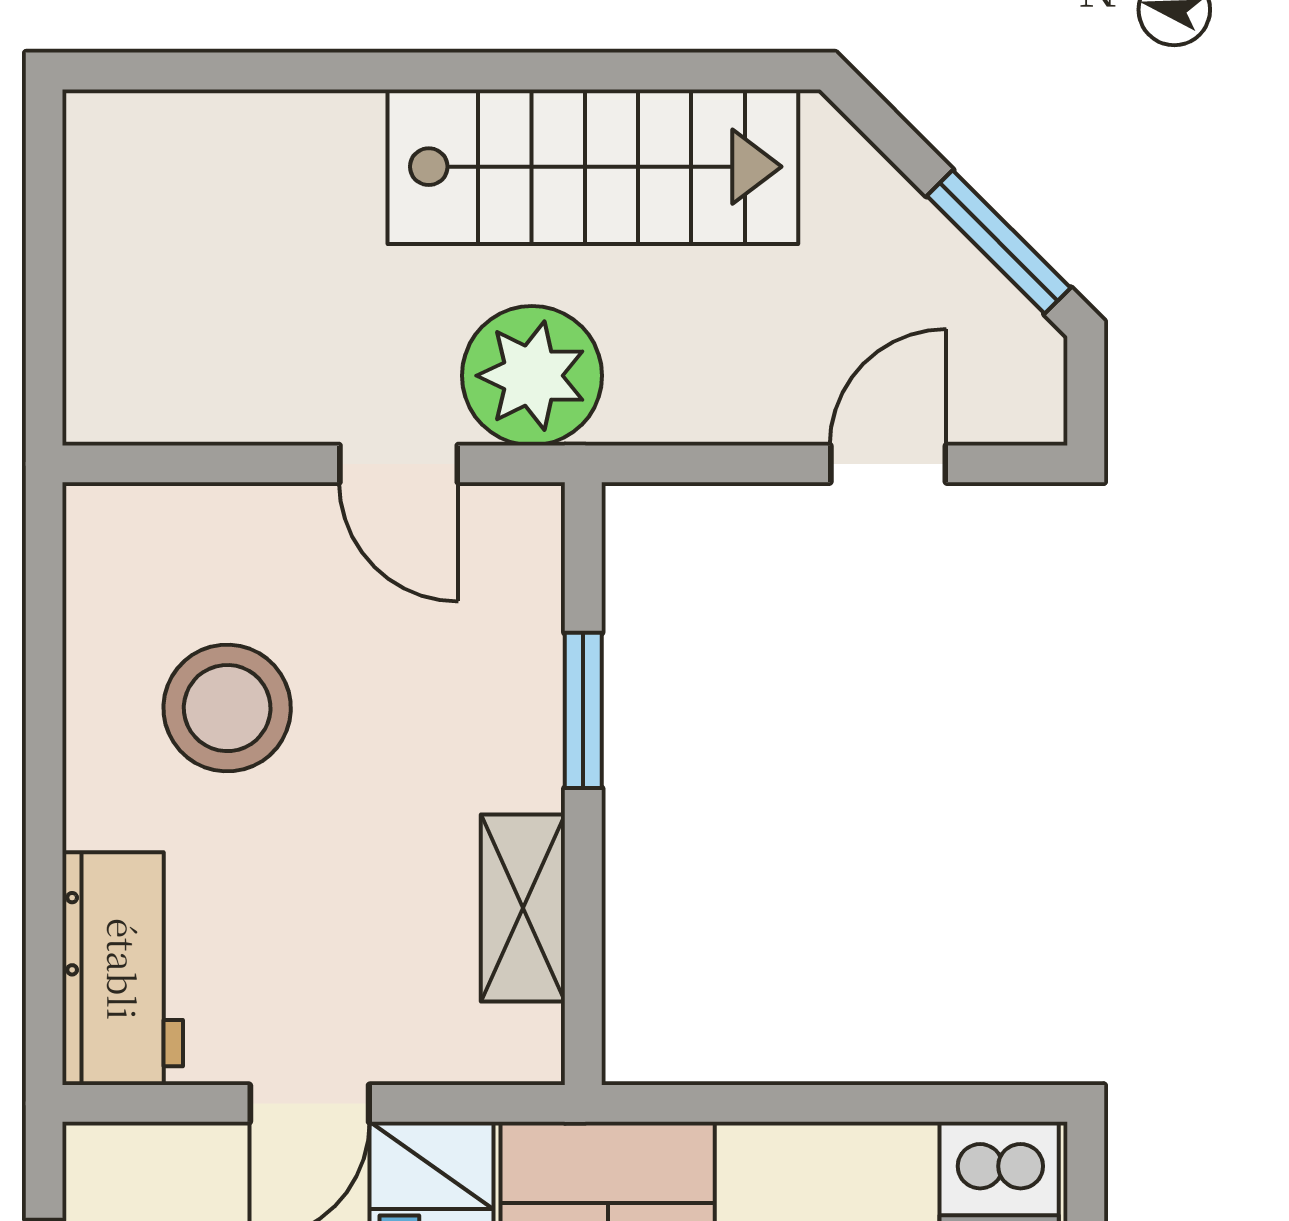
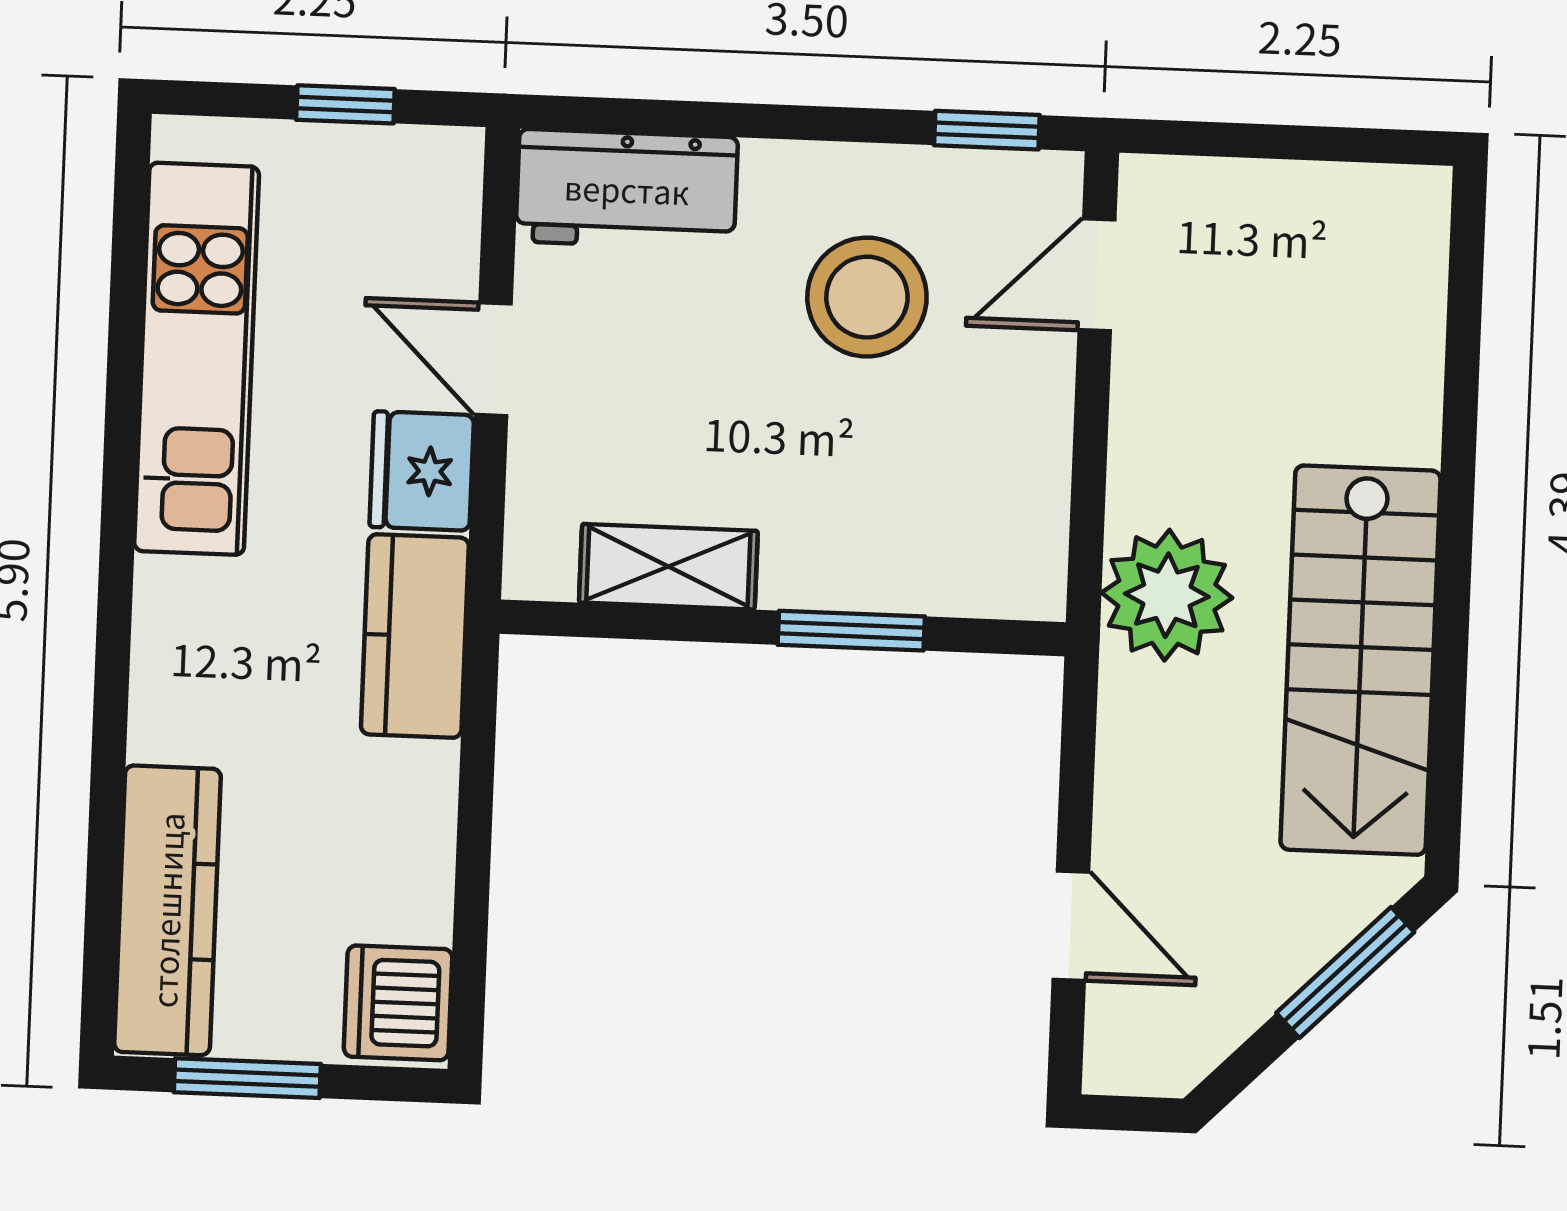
window: (999, 242) -> (1345, 972), moved
door: (399, 464) -> (1097, 275), moved
window: (44, 587) -> (987, 130), added

